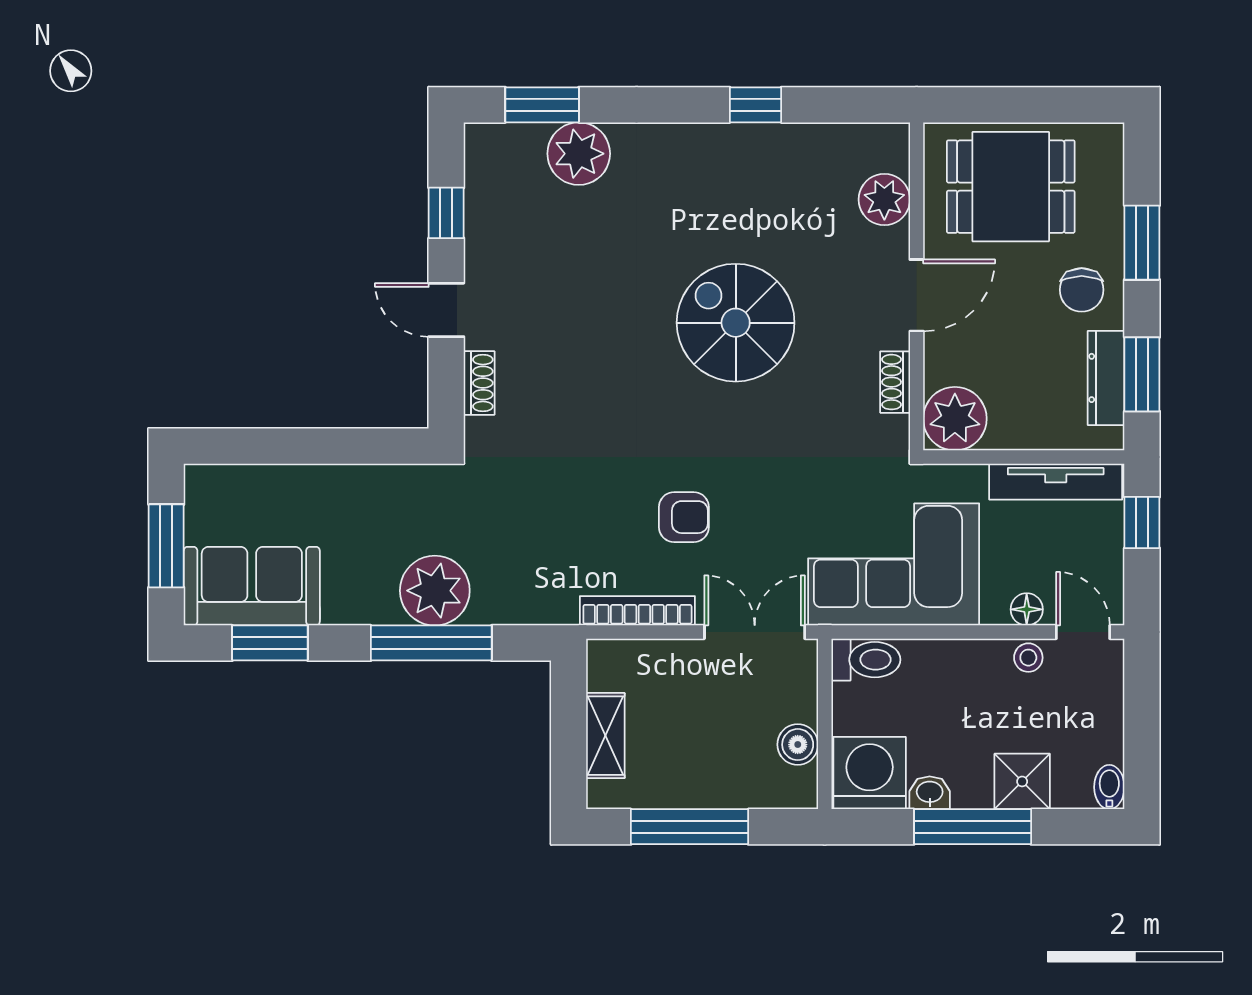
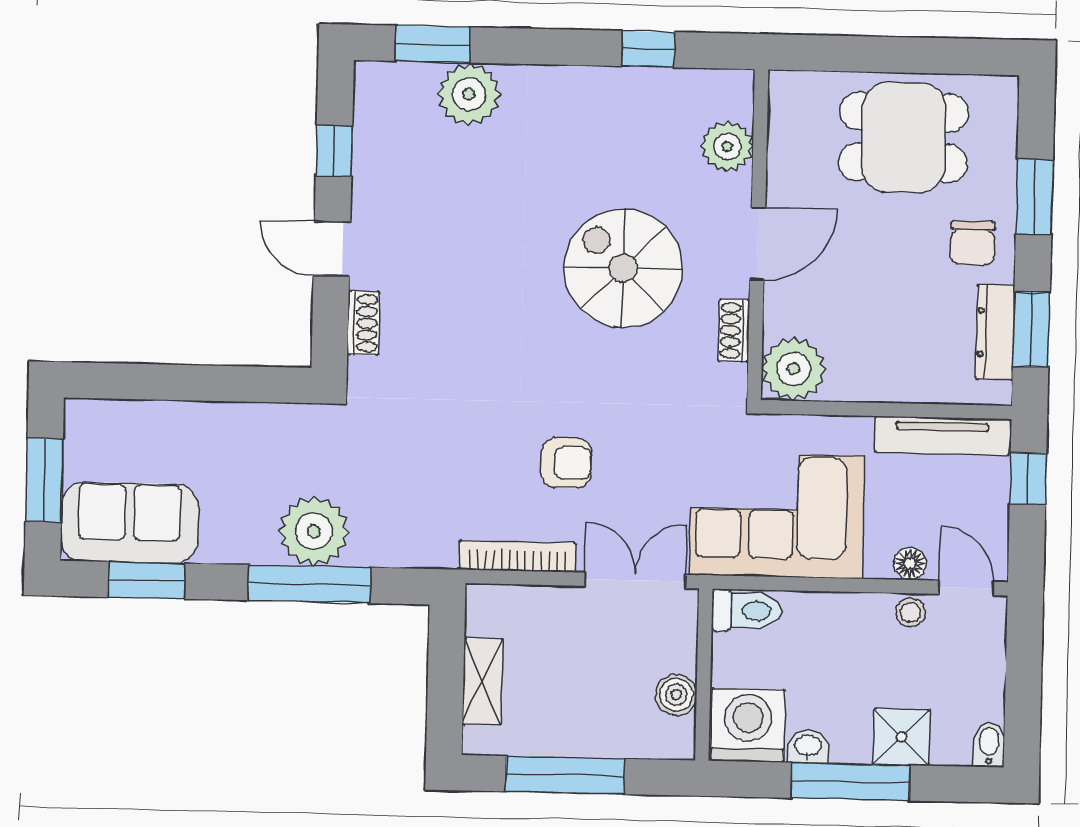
plant: (884, 200) -> (727, 146), moved
wall: (917, 286) -> (758, 235), moved
door: (917, 295) -> (758, 244), moved
shoe rack: (895, 382) -> (734, 331), moved
plant: (955, 419) -> (793, 369), moved

